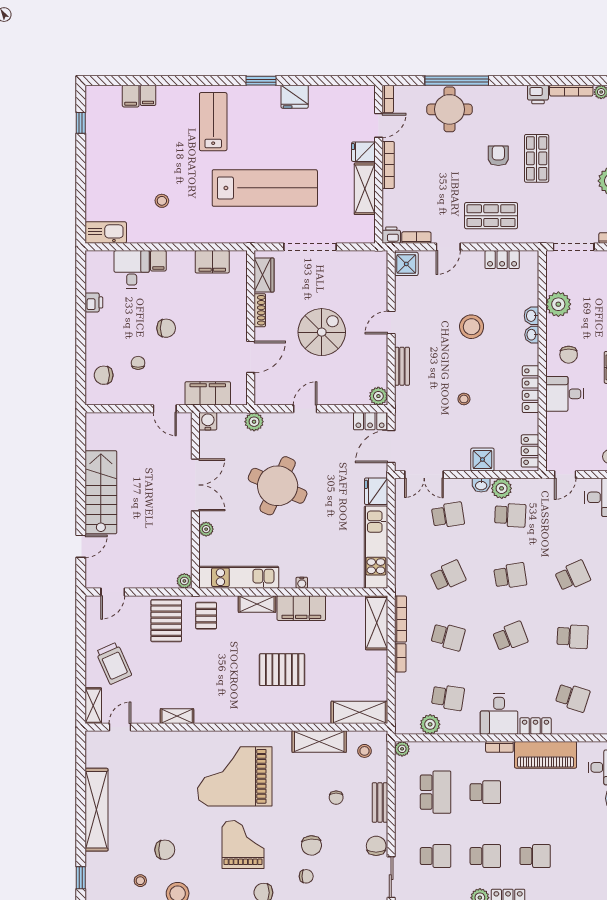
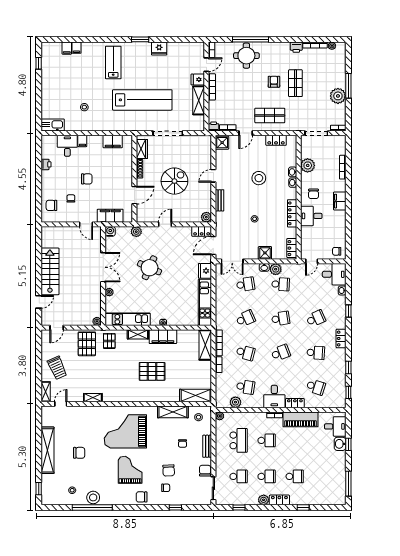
round table: (278, 486) -> (150, 268), width x0.73, depth x0.73
chair: (165, 850) -> (79, 453), moved

